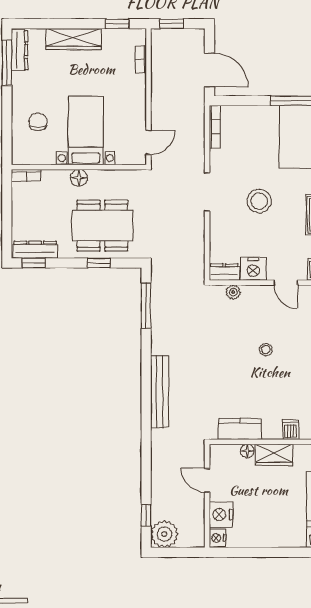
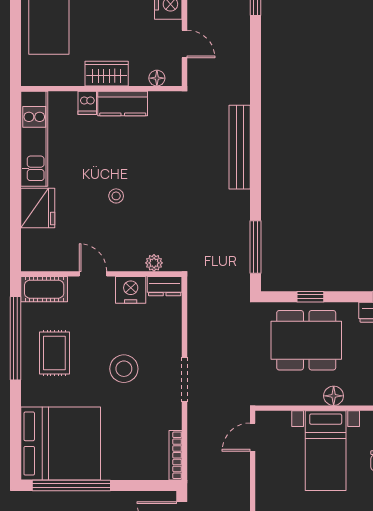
kitchen counter: (240, 429) -> (123, 104), moved
floor lamp: (247, 451) -> (157, 78), moved

